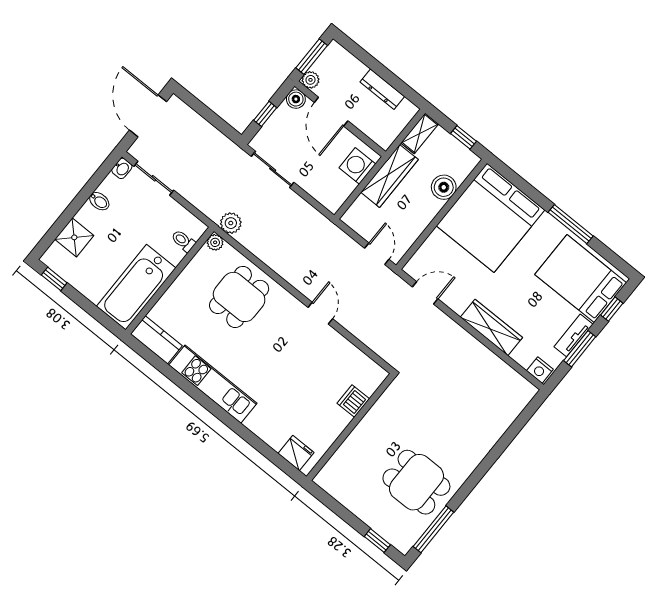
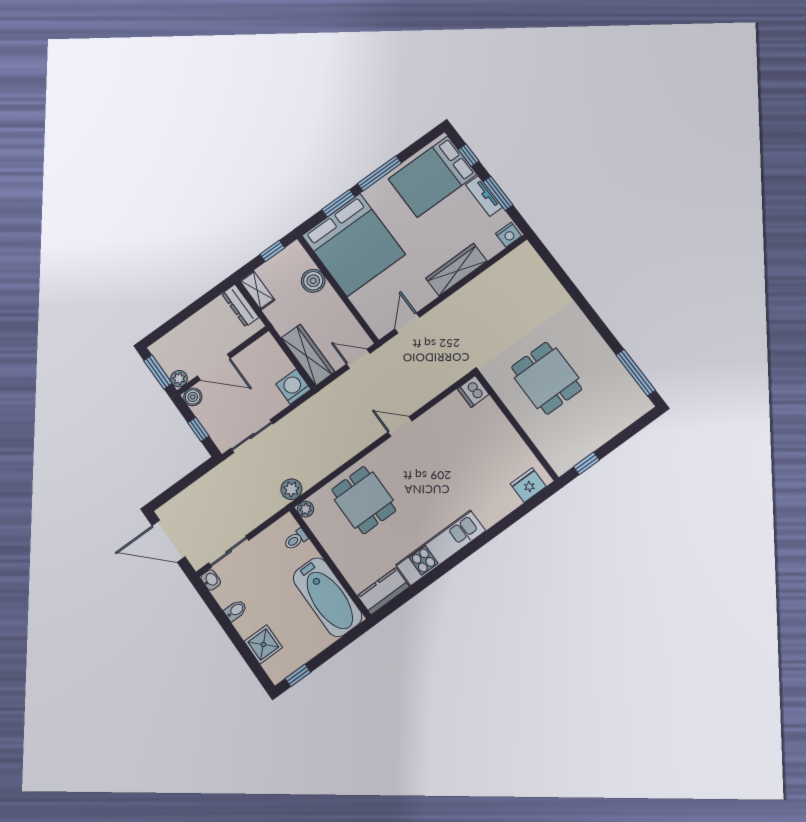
dresser: (382, 89) -> (240, 305), moved, turned 90
washing machine: (357, 166) -> (293, 387), moved, turned 90
wardrobe: (389, 176) -> (308, 355), moved
window: (529, 191) -> (338, 203), added
dishwasher: (353, 401) -> (473, 391), moved
dining table: (416, 482) -> (547, 378), moved, turned 90
window: (377, 541) -> (586, 463), moved

